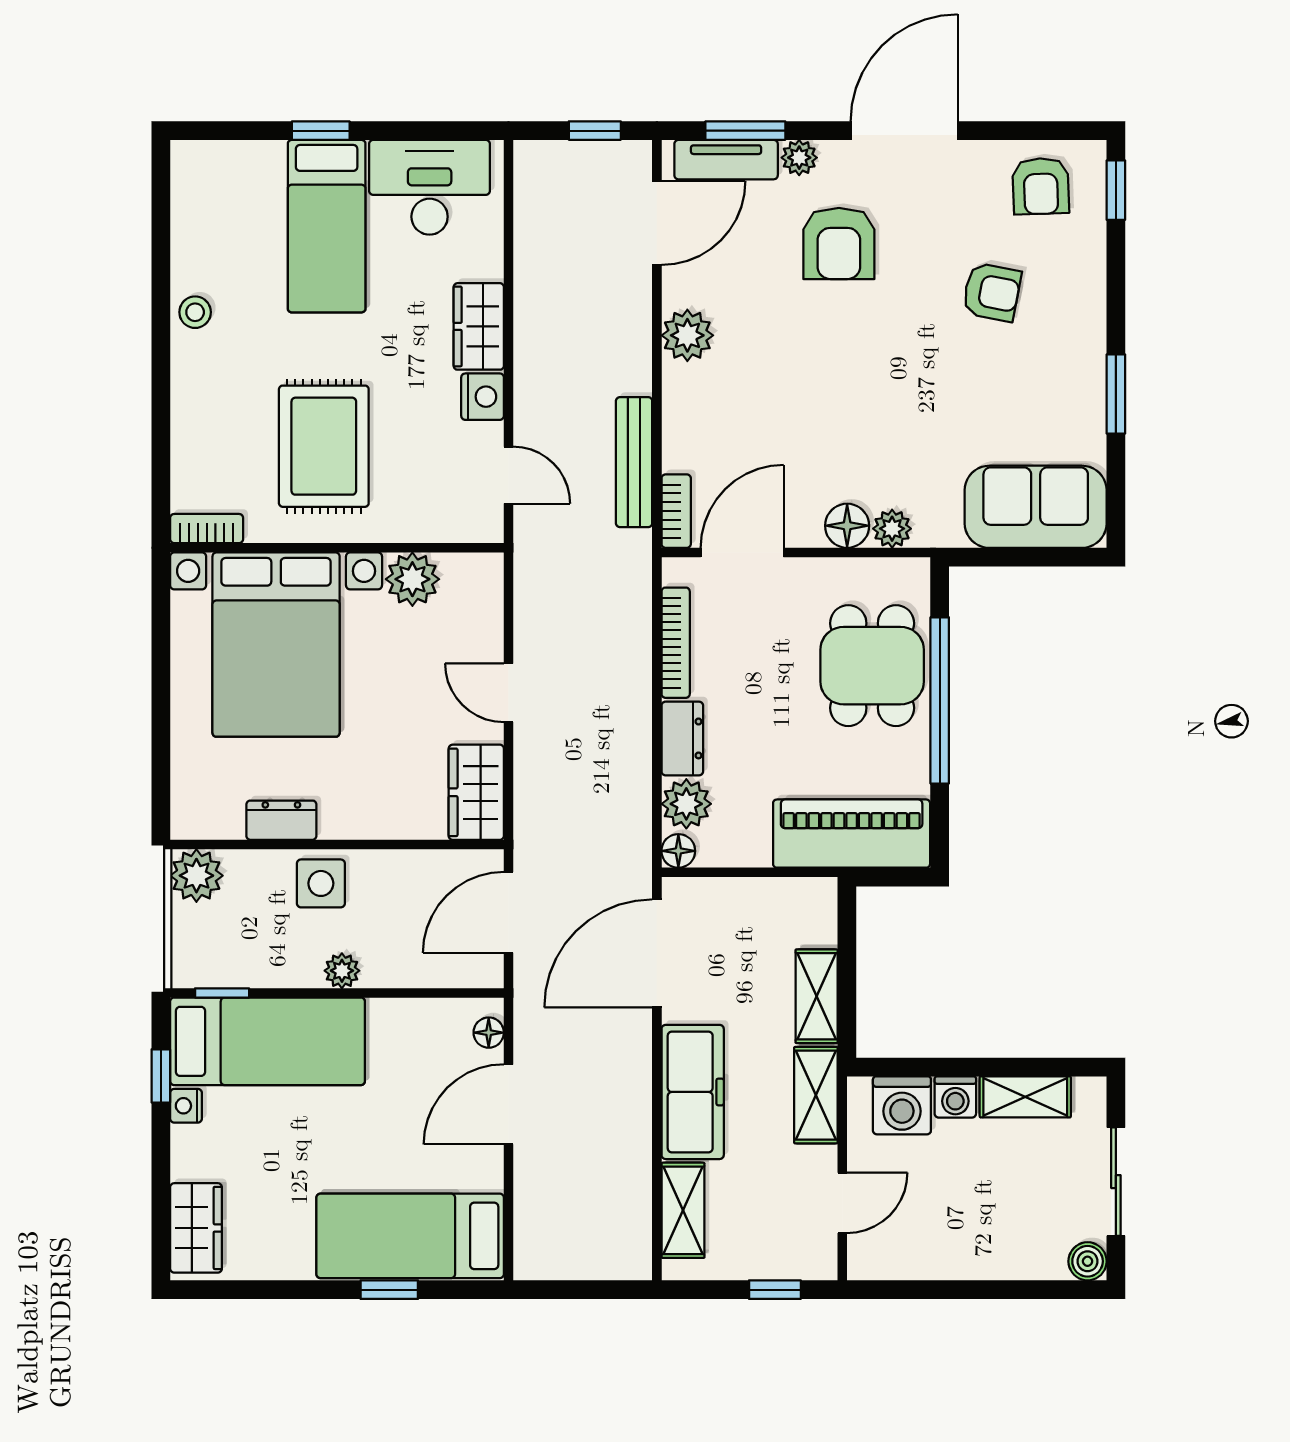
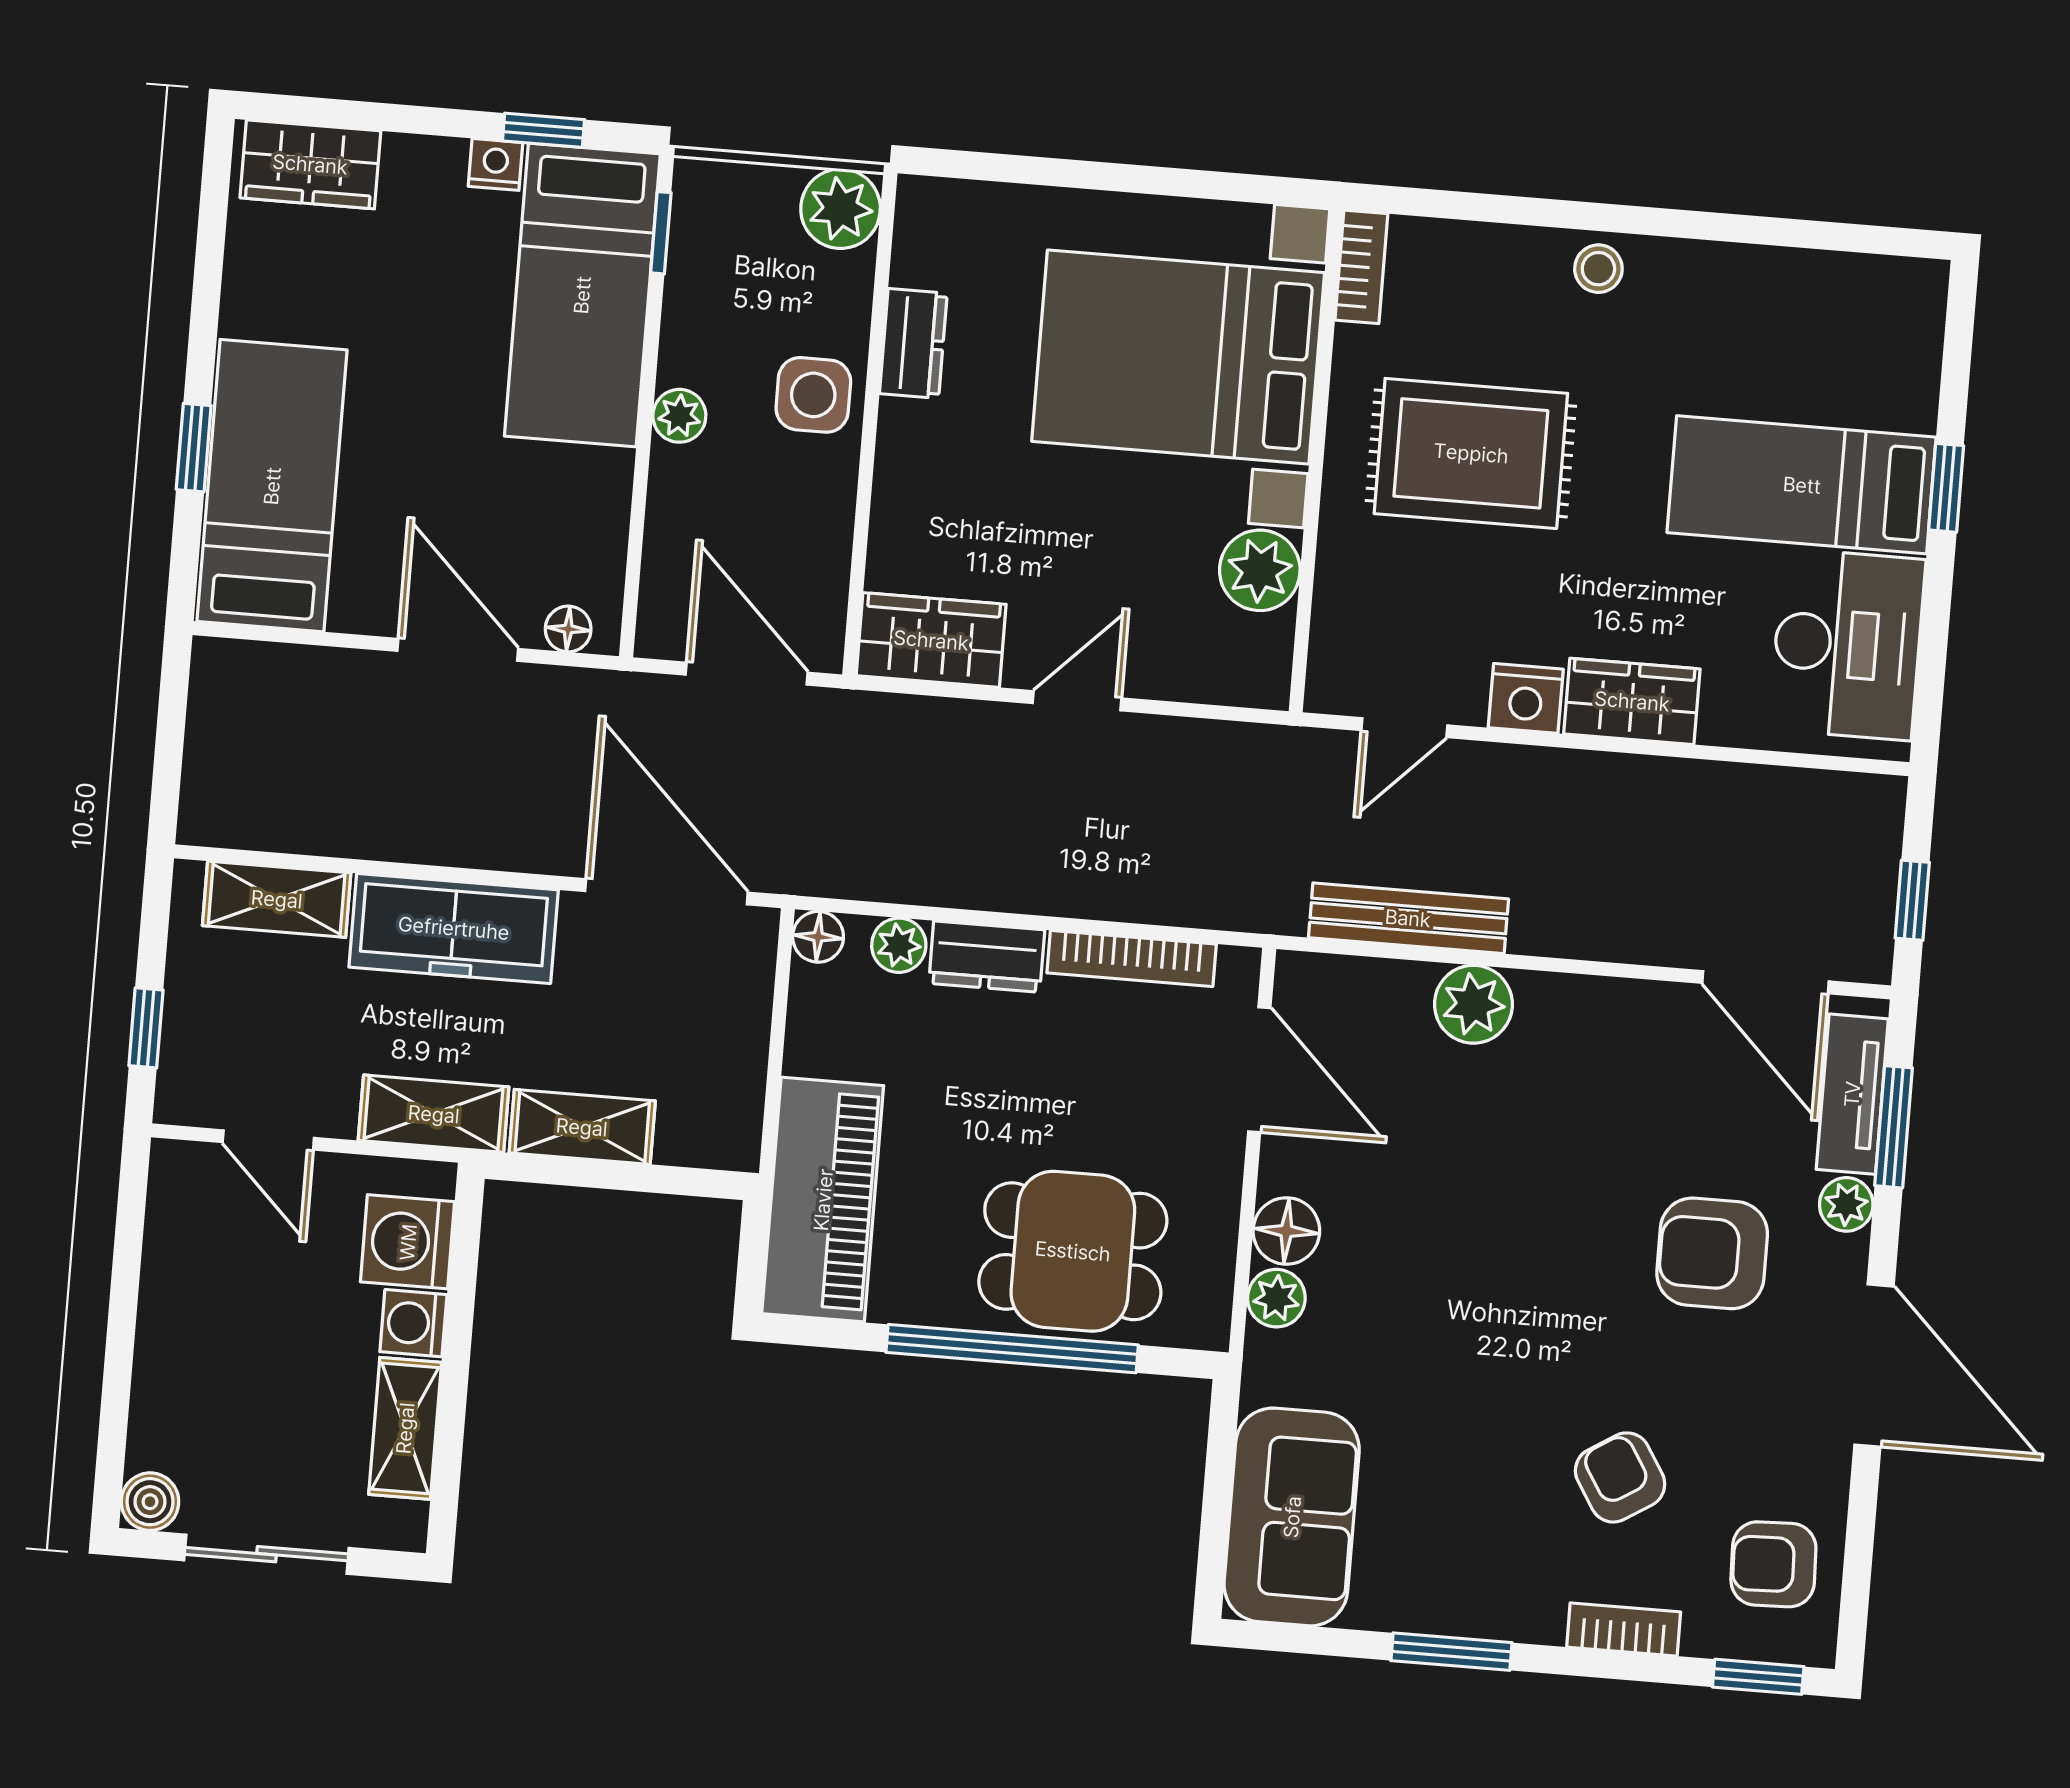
armchair: (992, 292) -> (1620, 1477), turned 137
stool: (195, 312) -> (1598, 269), moved
plant: (687, 335) -> (1473, 1004), moved
bookcase: (676, 511) -> (1624, 1629), moved, turned 180
plant: (686, 804) -> (899, 945), width x0.73, depth x0.73

